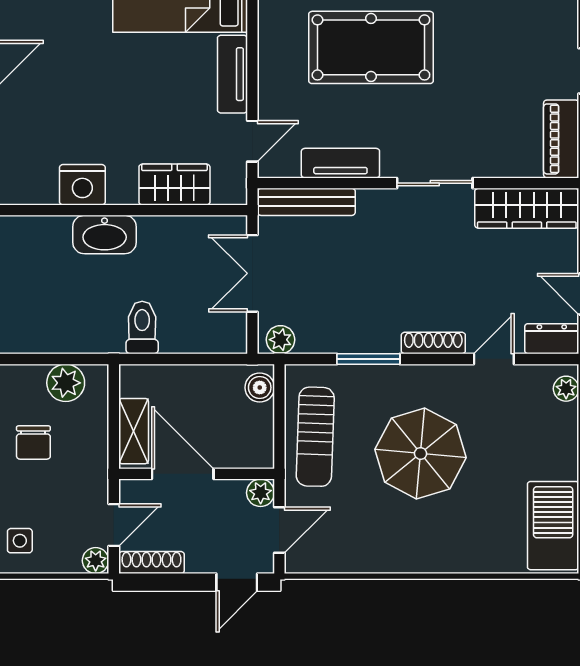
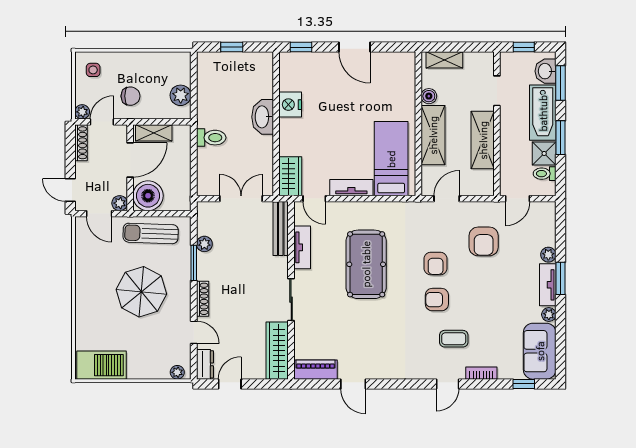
wardrobe: (174, 185) -> (290, 176), moved
plant: (280, 340) -> (204, 244), moved
boiler: (260, 388) -> (148, 196), moved, width x1.86, depth x1.86
chair: (33, 442) -> (131, 96), moved, turned 180
door: (114, 525) -> (102, 122), swing flipped

